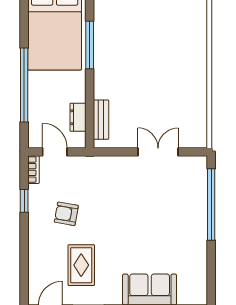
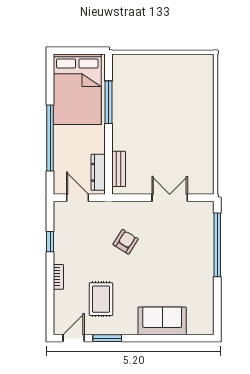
dresser: (78, 117) -> (98, 172), width x1.44
bookcase: (34, 170) -> (58, 277), moved
armchair: (66, 214) -> (126, 242), moved, turned 112

